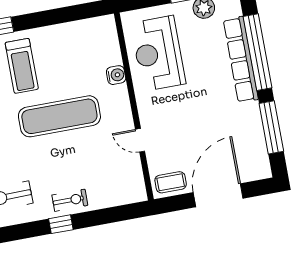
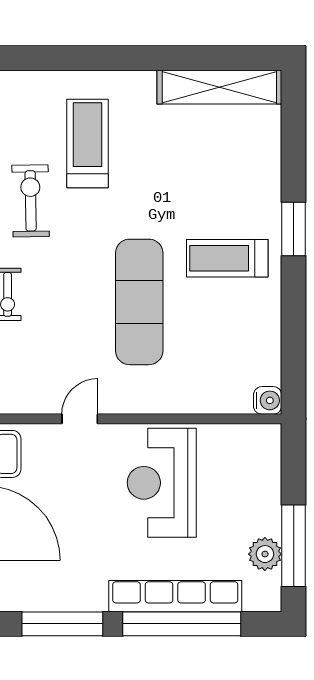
reception desk: (158, 53) -> (162, 483), moved, turned -90
water cooler: (116, 75) -> (268, 400), moved, turned -90

